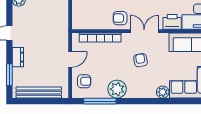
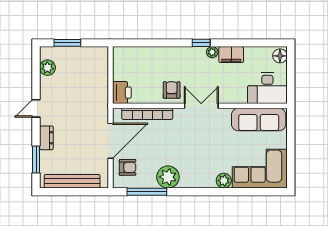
armchair: (120, 18) -> (172, 90), turned 90
printer: (172, 22) -> (122, 93), moved, turned 90
door: (70, 59) -> (110, 141), width x1.87
armchair: (141, 60) -> (197, 142), removed

